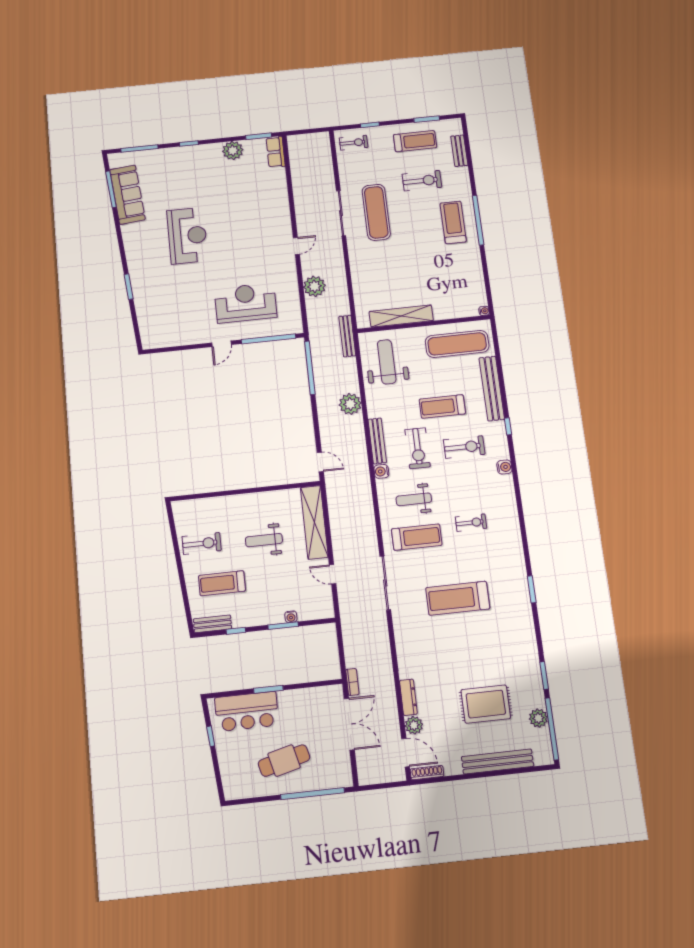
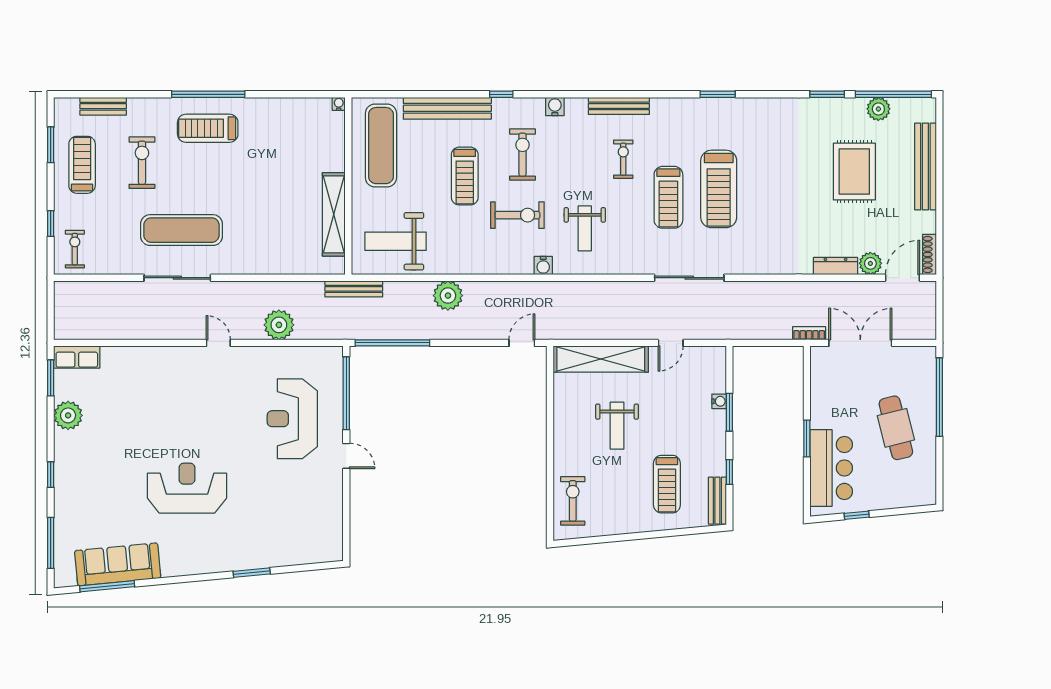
bench: (377, 441) -> (619, 106), moved
treadmill: (417, 537) -> (668, 197), moved, turned 180
exercise bike: (202, 543) -> (573, 501), moved

